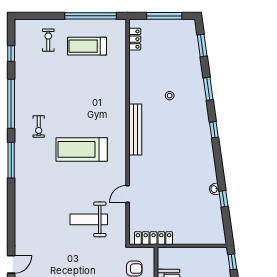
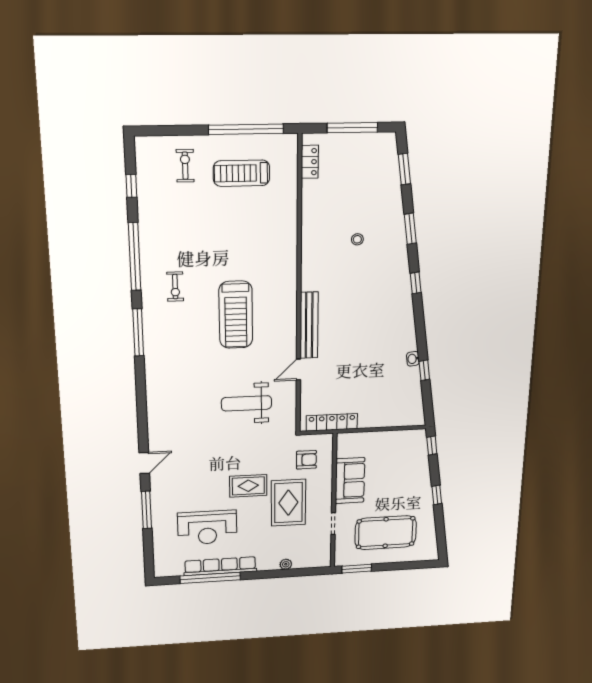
bench: (135, 129) -> (309, 325), moved
treadmill: (82, 149) -> (236, 315), turned -90

